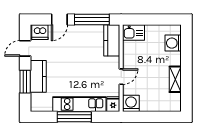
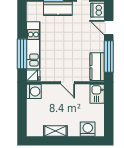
kitchen counter: (112, 40) -> (97, 67), moved, turned -90
door: (121, 77) -> (68, 83), moved
window: (74, 117) -> (22, 54), moved

